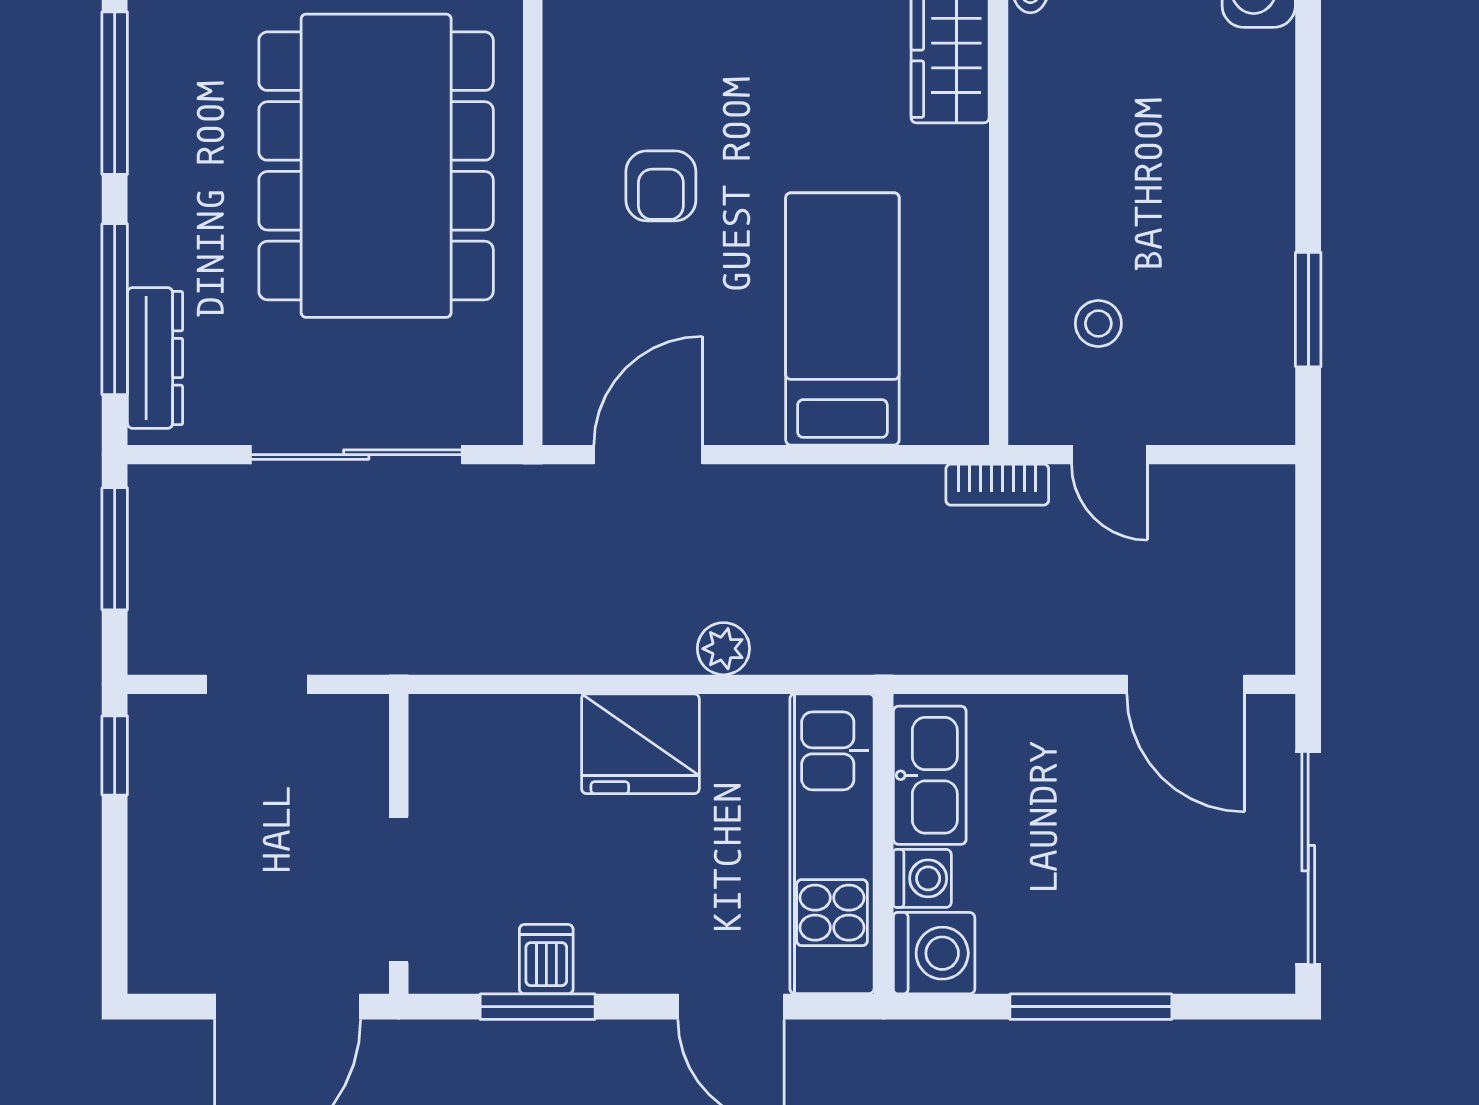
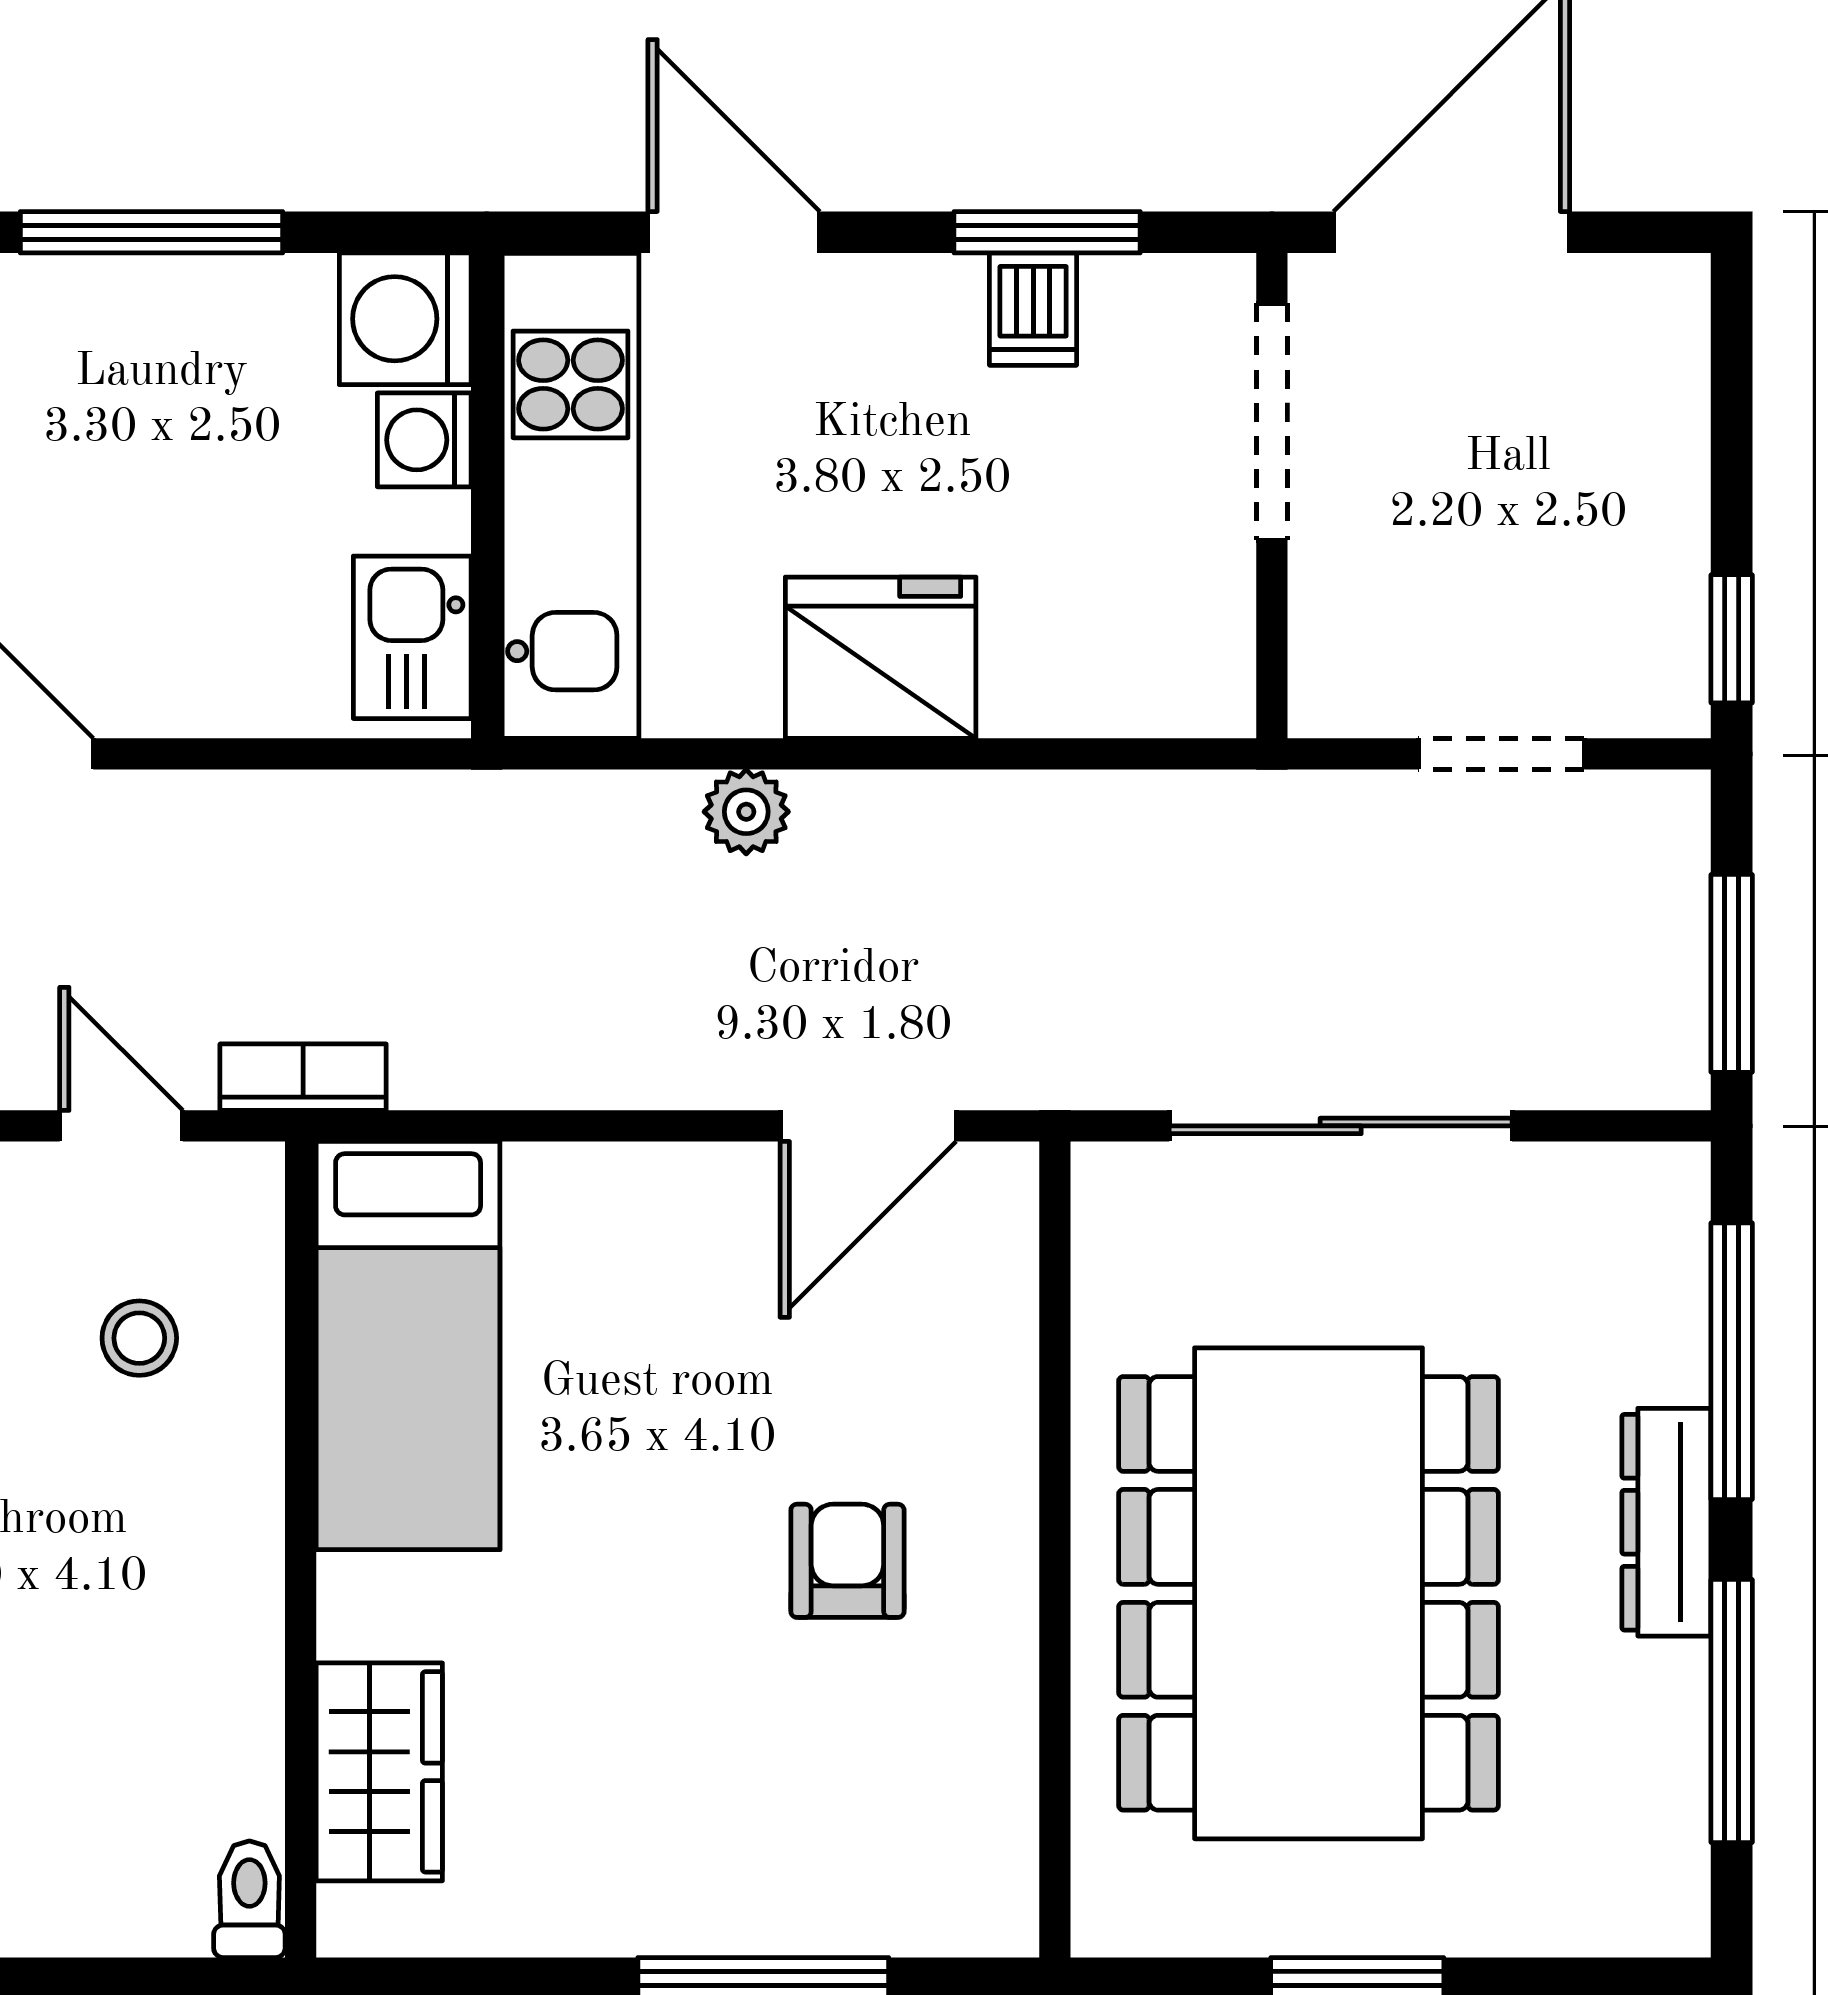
bed: (842, 319) -> (408, 1346), moved
dresser: (155, 358) -> (1666, 1522), moved
kitchen sink: (930, 775) -> (412, 637), width x0.73

